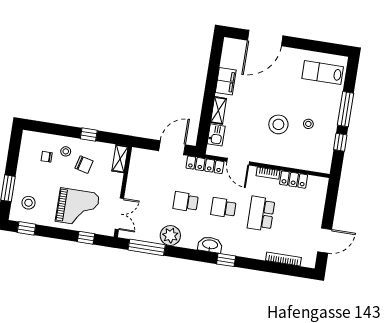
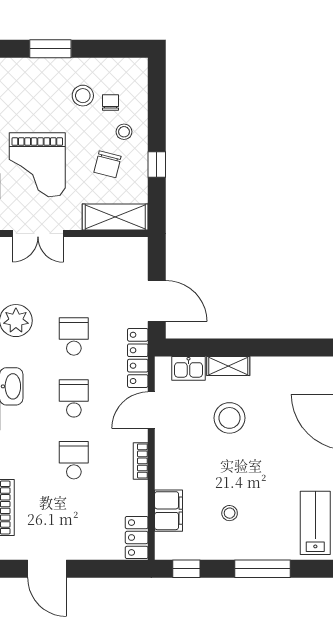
filing cabinet: (226, 81) -> (168, 511), moved, turned -90
stool: (278, 124) -> (229, 418), moved
window: (340, 142) -> (186, 569), moved
shelving: (120, 159) -> (115, 217), width x1.50, depth x1.33
locker: (294, 180) -> (137, 537), moved
stool: (28, 203) -> (83, 96), moved
school desk: (261, 214) -> (74, 460), width x0.54

